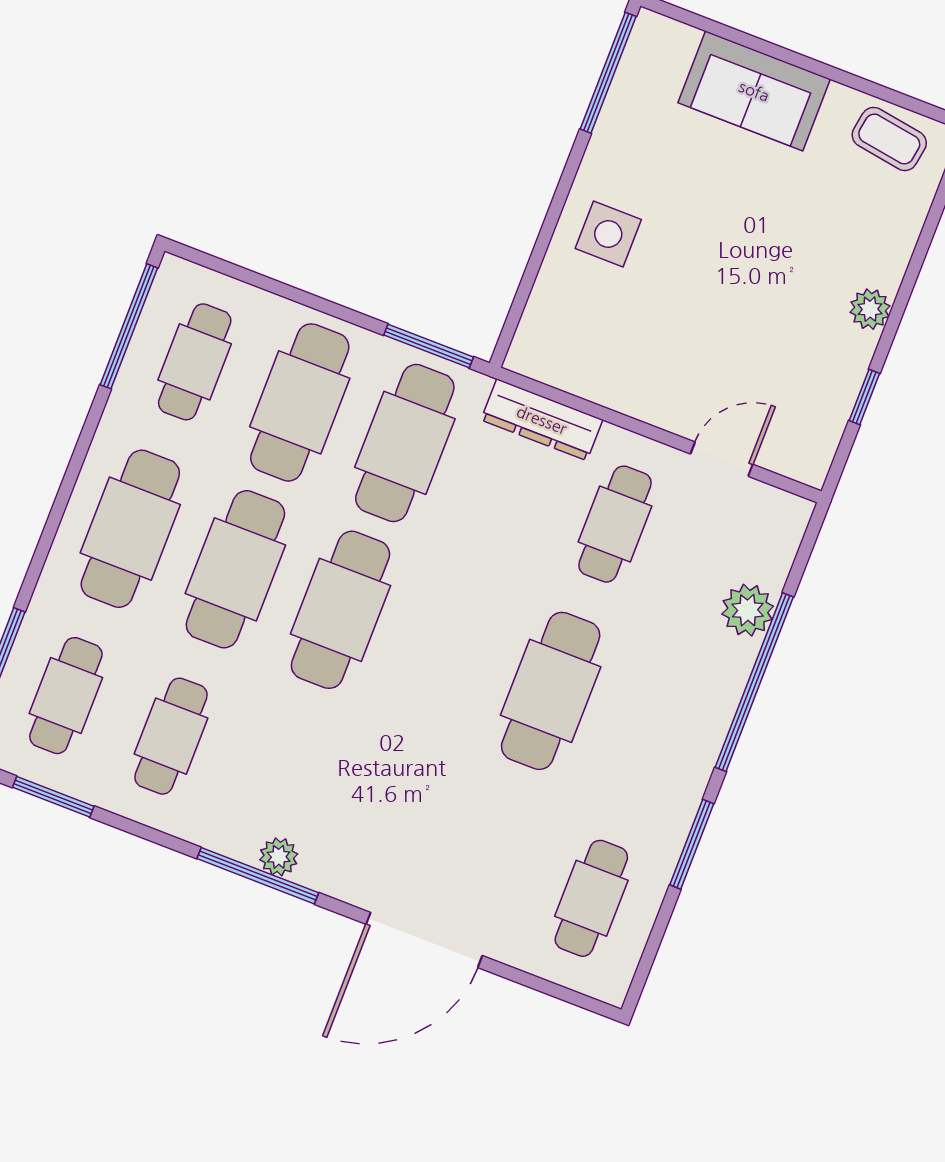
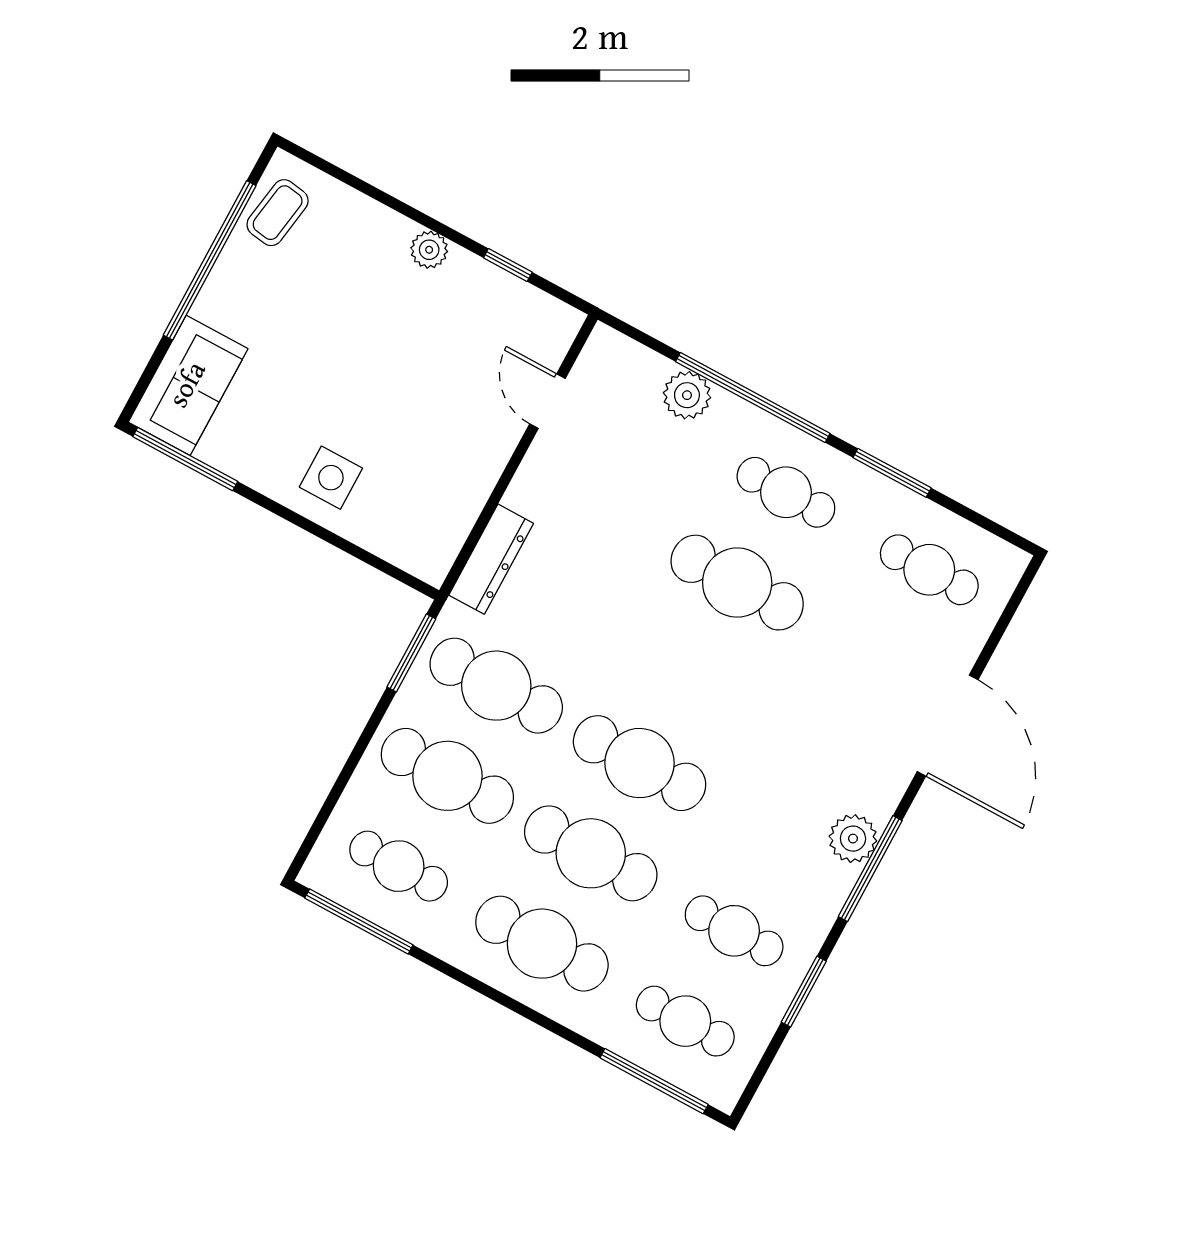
window: (828, 72) -> (210, 260), added
sofa: (754, 91) -> (188, 385), moved
cafe table: (615, 524) -> (786, 492), moved
window: (53, 797) -> (804, 992), moved
plant: (279, 857) -> (853, 839), width x1.38, depth x1.38

